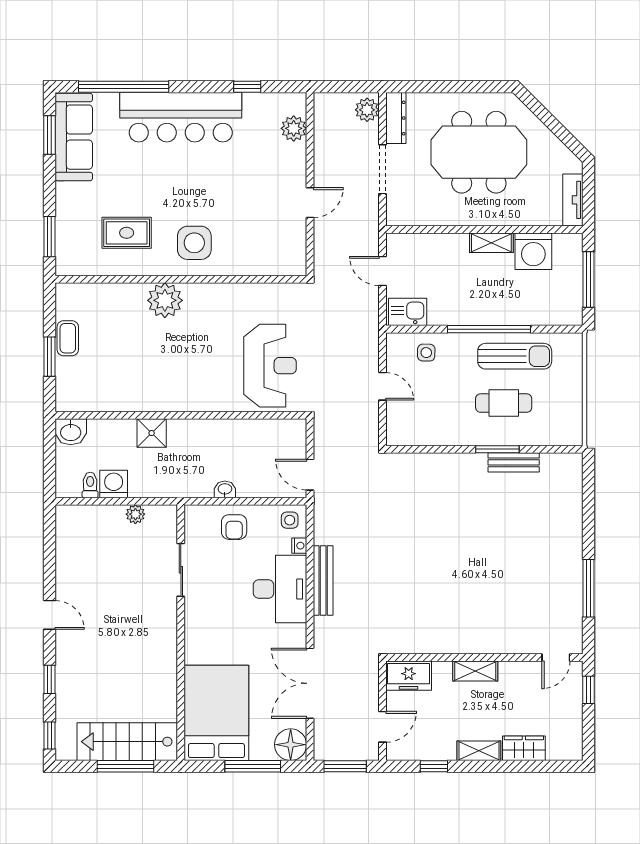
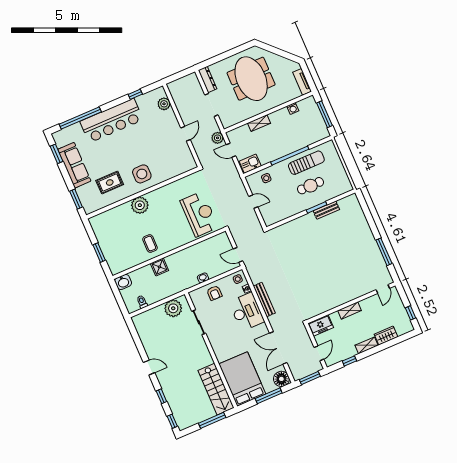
plant: (367, 110) -> (218, 138), moved
sofa: (74, 137) -> (74, 165), moved
meeting table: (479, 152) -> (251, 79), turned 90
shelving: (491, 243) -> (259, 123), moved
washing machine: (533, 251) -> (293, 108), width x0.53, depth x0.53
coffee table: (68, 338) -> (150, 244), moved
washing machine: (114, 484) -> (152, 297), removed
plant: (135, 514) -> (173, 308), width x1.88, depth x1.88
window: (588, 690) -> (410, 313), moved
stairs: (127, 742) -> (216, 389), moved, turned -90

